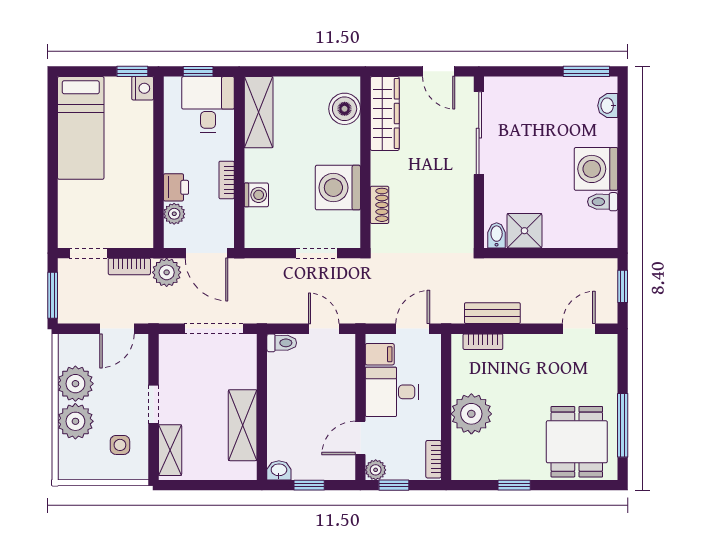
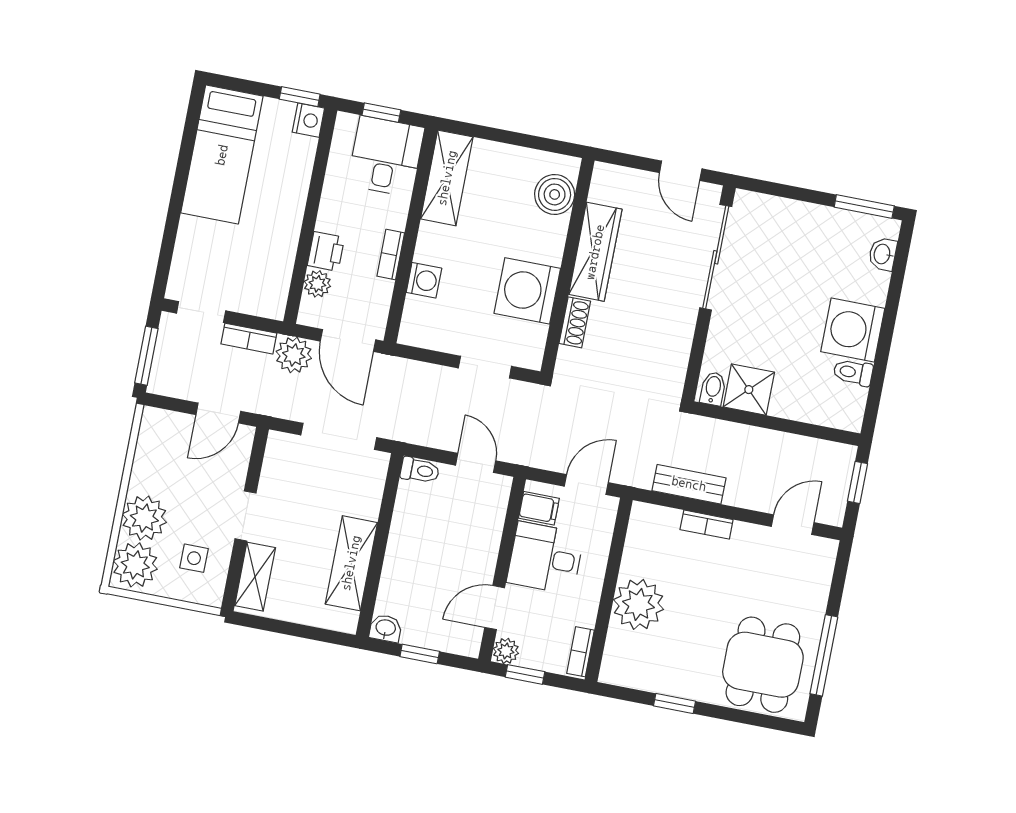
wardrobe: (385, 114) -> (595, 252), moved
bookcase: (483, 342) -> (707, 525), moved
plant: (75, 384) -> (135, 565), moved

